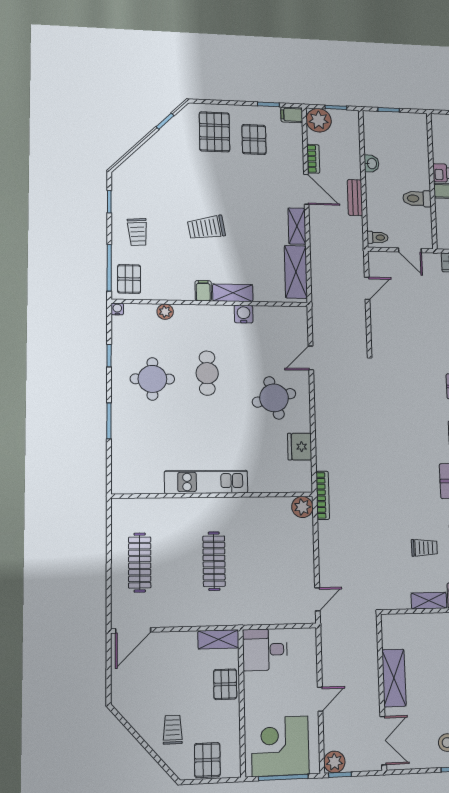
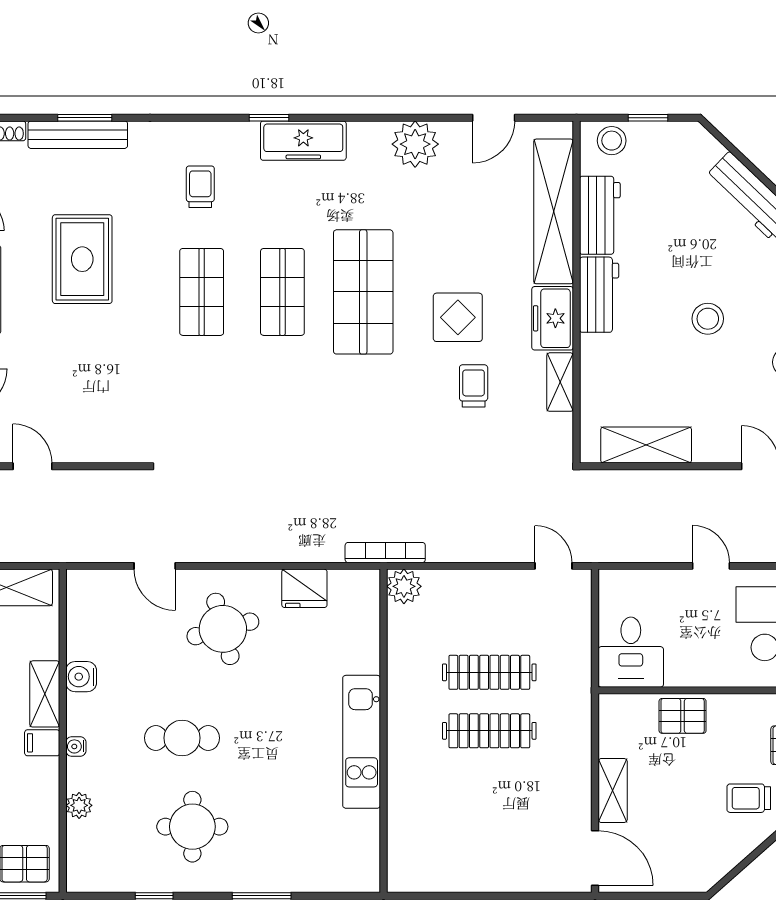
water cooler: (117, 309) -> (76, 746), moved
clothes rail: (140, 562) -> (489, 672), moved
shelving: (218, 639) -> (613, 791), moved
shelving: (394, 678) -> (646, 445), moved

